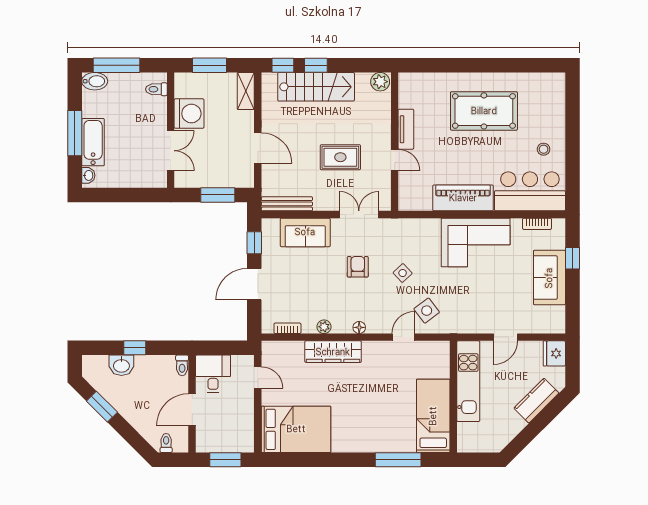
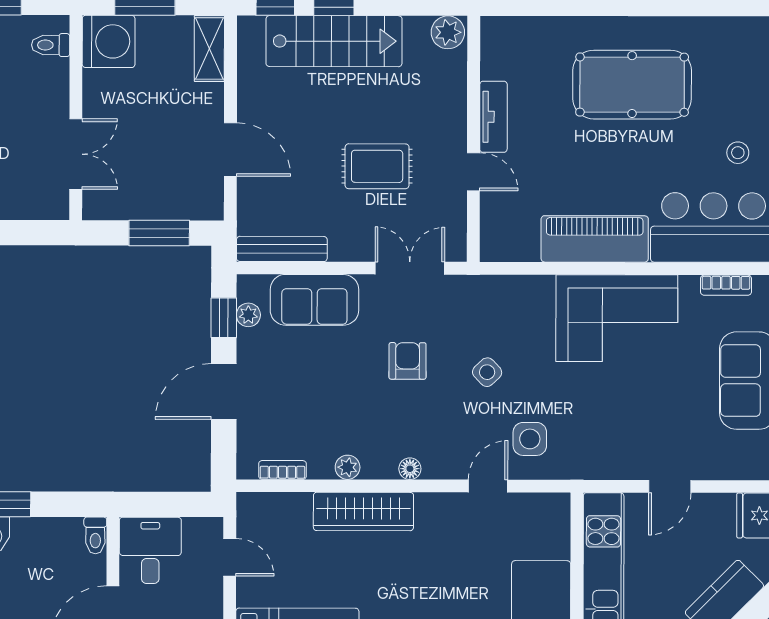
washing machine: (189, 114) -> (109, 41), moved
plant: (268, 241) -> (248, 315), added
side table: (427, 311) -> (530, 439), turned 37

